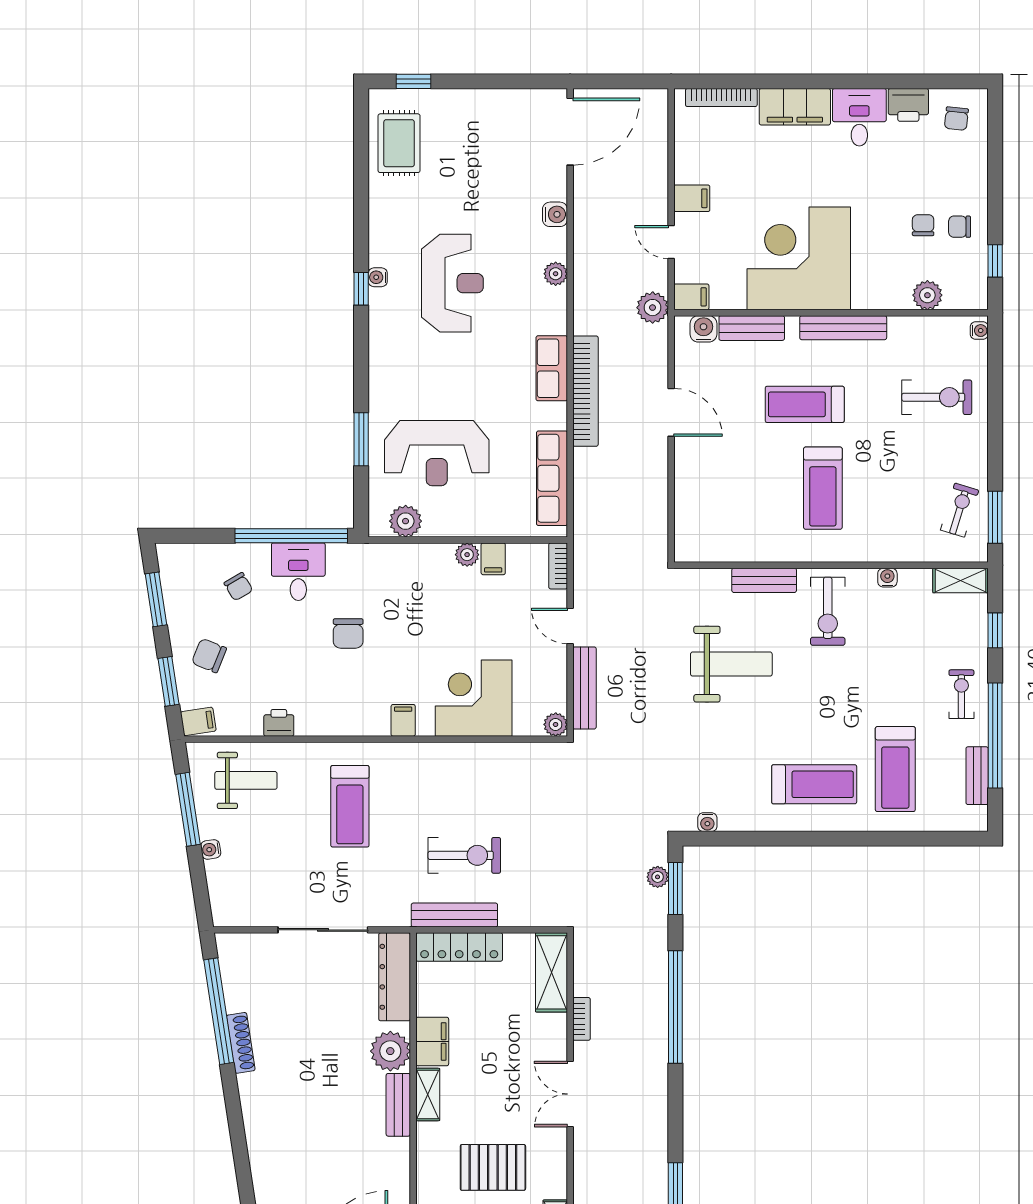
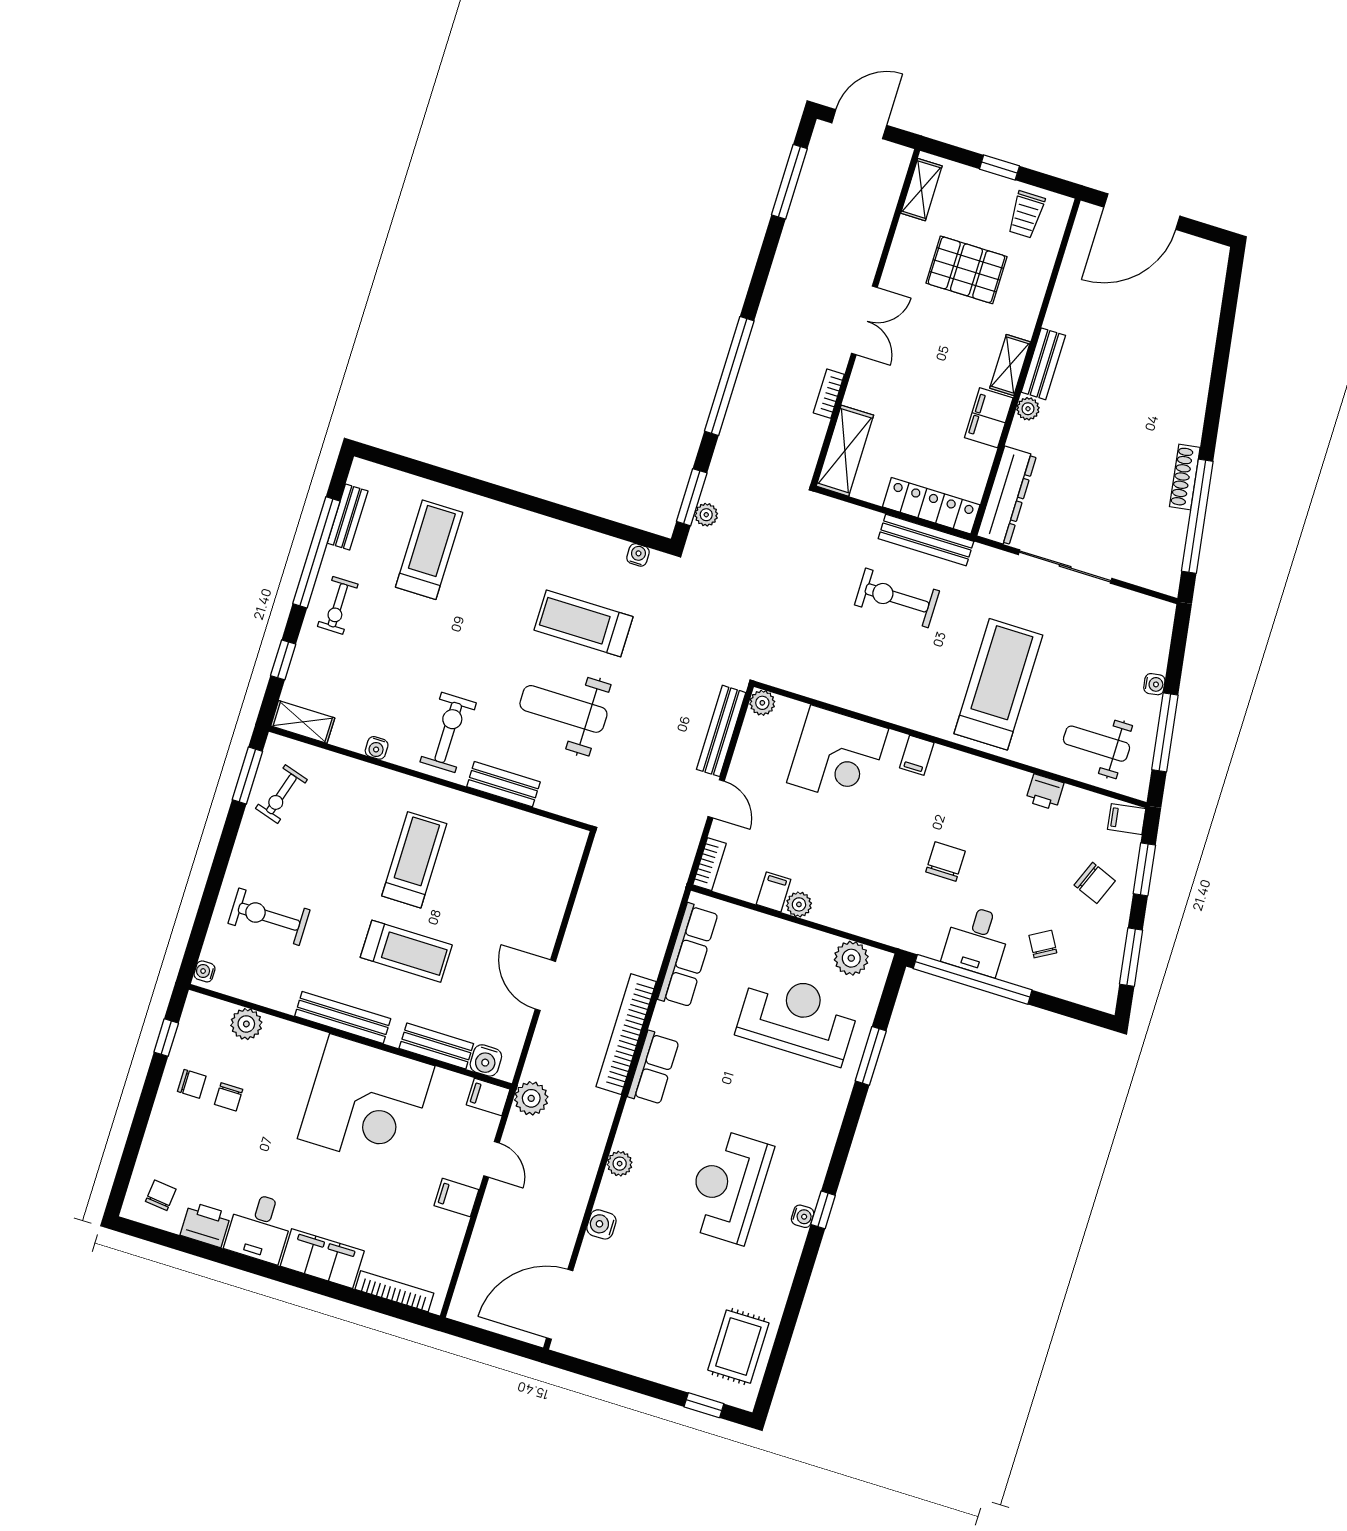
treadmill: (814, 784) -> (583, 623), moved
treadmill: (350, 806) -> (998, 684), width x1.37, depth x1.38
plant: (390, 1051) -> (1028, 409), width x0.53, depth x0.53

